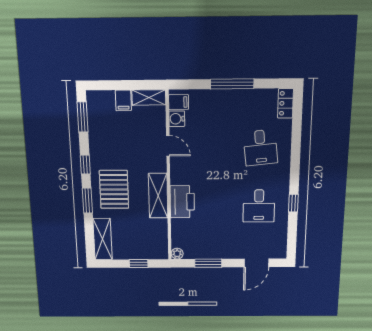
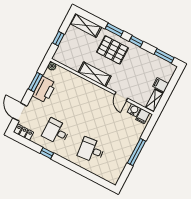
locker: (286, 103) -> (24, 132), moved
door: (168, 146) -> (121, 96), hinge flipped
printer: (182, 202) -> (44, 90), moved, turned -90

